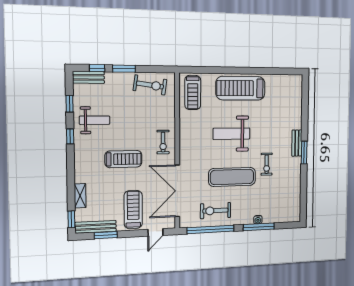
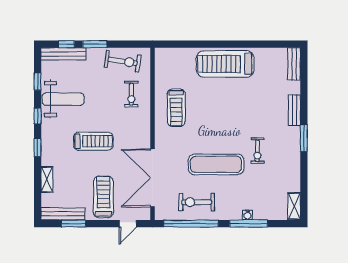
bench: (88, 77) -> (63, 54), width x1.36
bench: (297, 89) -> (294, 64), added
treadmill: (193, 92) -> (176, 108), moved
weight bench: (95, 120) -> (63, 99), width x1.36, depth x1.33
weight bench: (231, 134) -> (215, 115), removed
exercise bike: (163, 142) -> (131, 94), moved
bench: (297, 143) -> (294, 110), moved
shelving: (296, 210) -> (294, 206), added
window: (71, 219) -> (38, 148), moved

